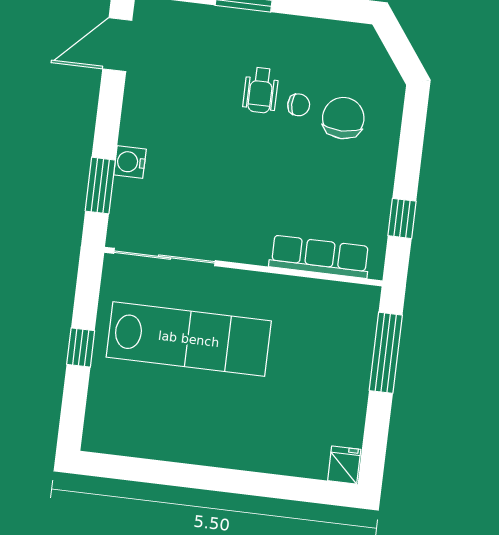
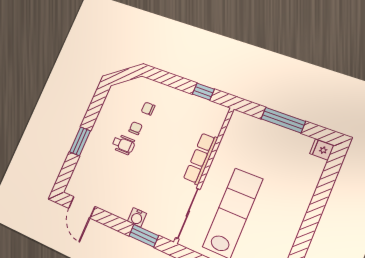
chair: (343, 118) -> (148, 109), width x0.54, depth x0.54
row of seats: (320, 257) -> (201, 159), moved
window: (386, 353) -> (283, 120), moved

